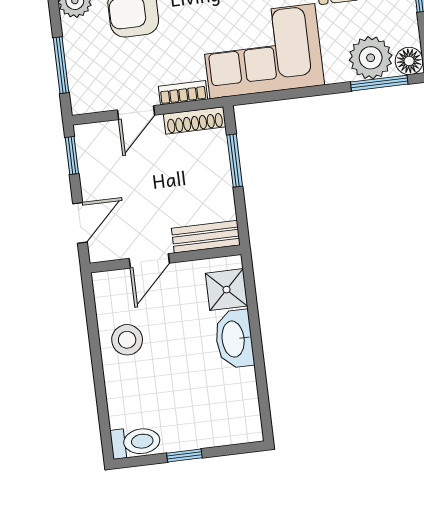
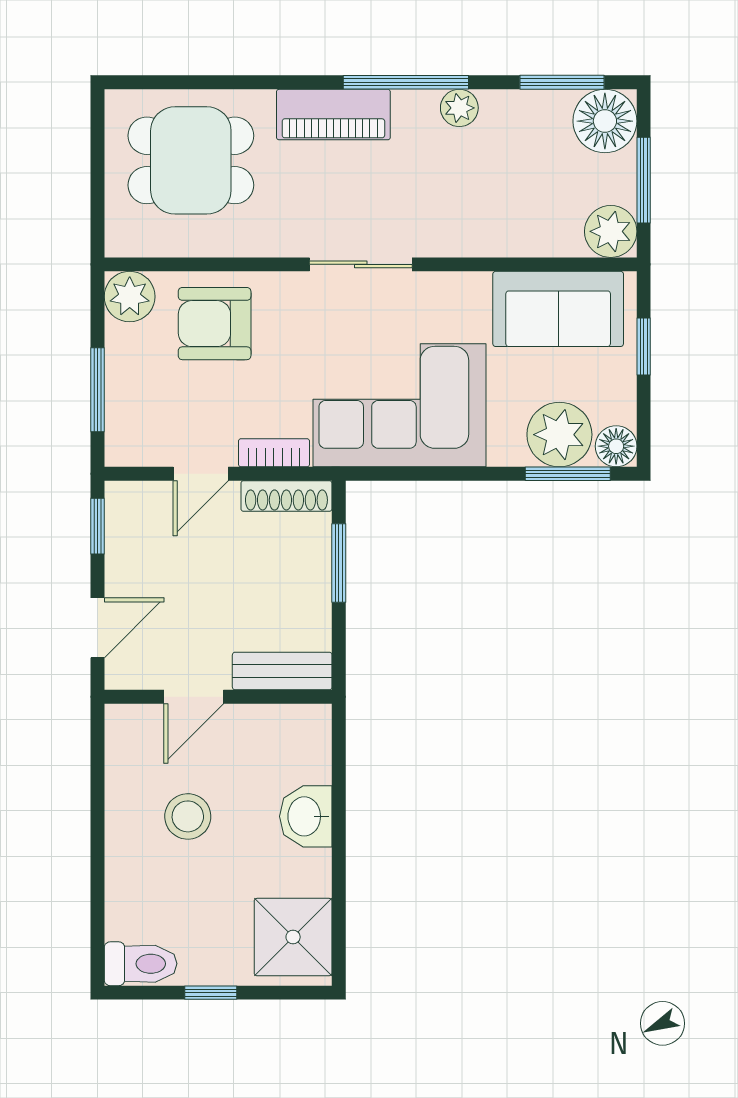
shower: (227, 290) -> (293, 937), moved, width x1.36, depth x1.36
washbasin: (234, 339) -> (306, 816), width x0.72
stool: (127, 340) -> (188, 816), moved

